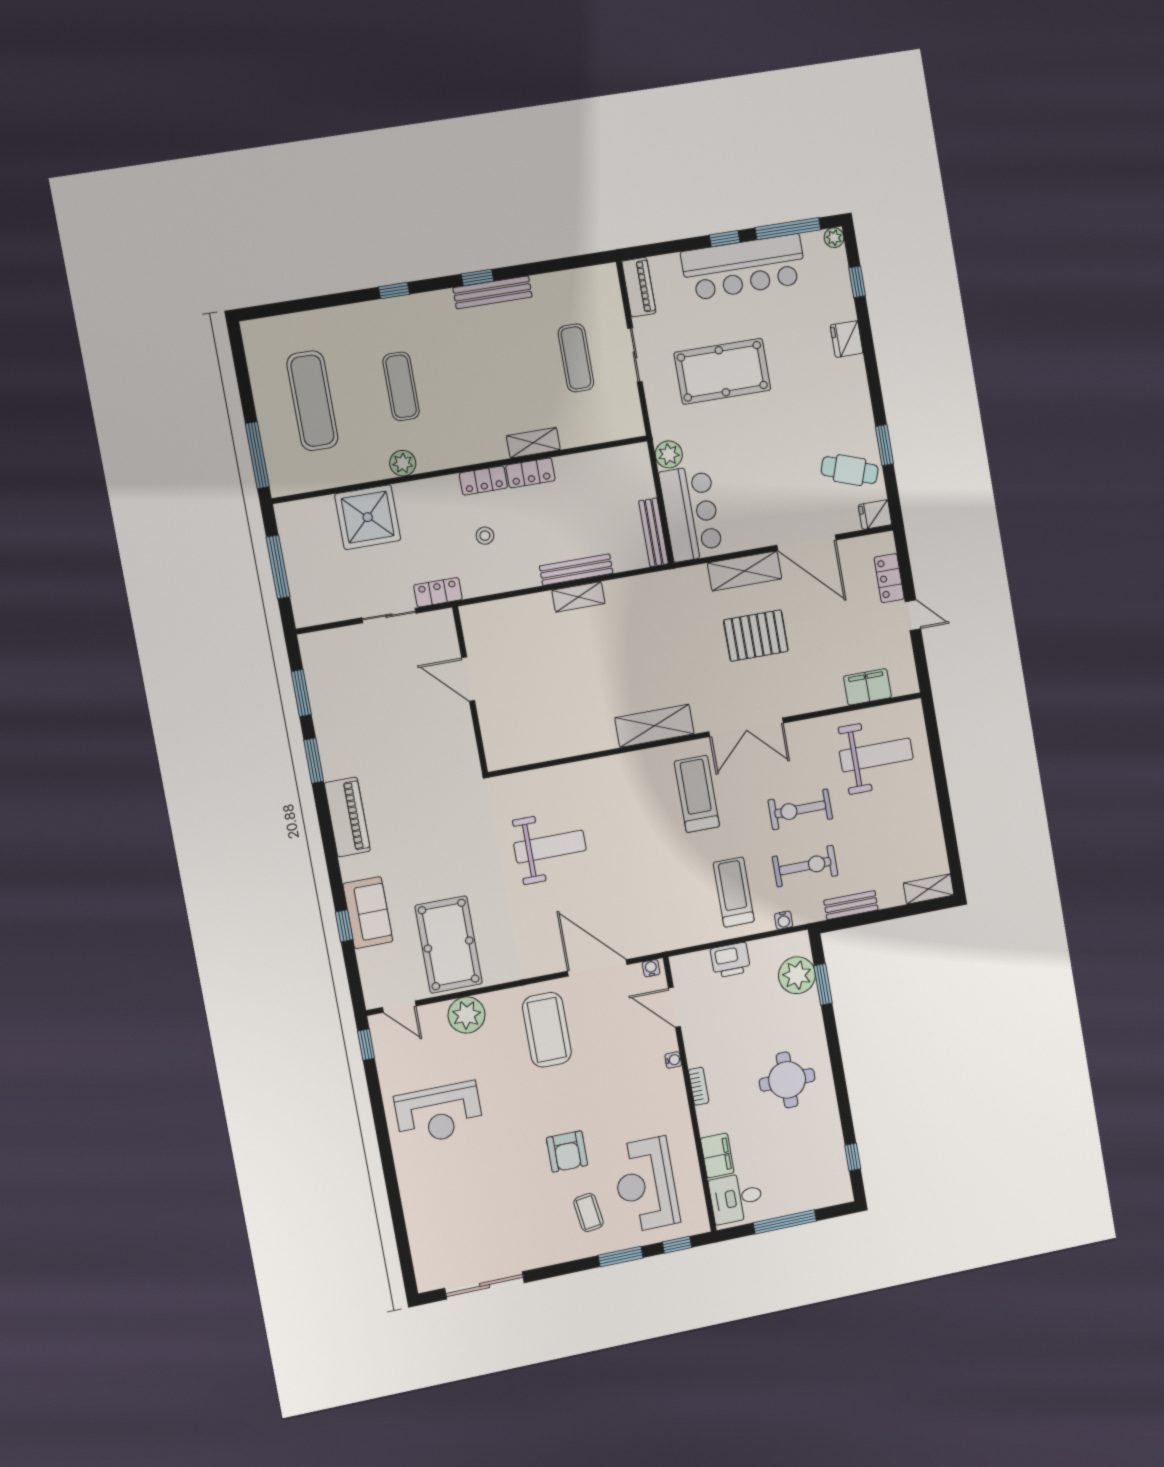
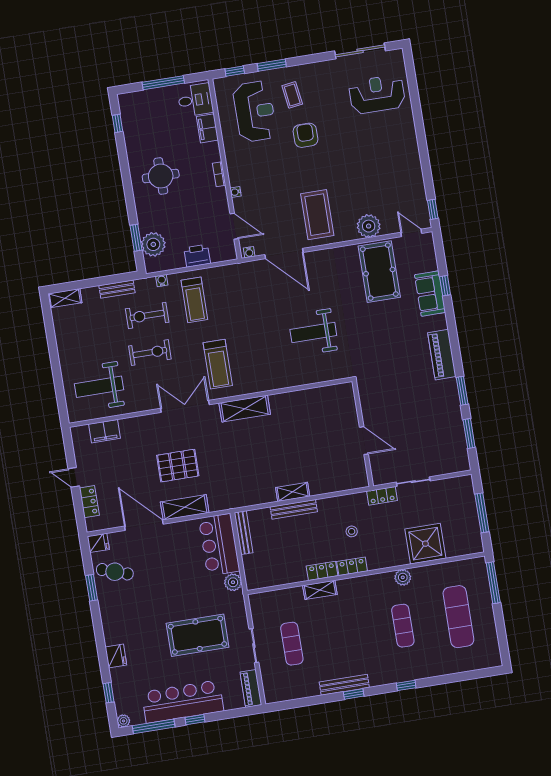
reception desk: (439, 1113) -> (377, 94), moved

